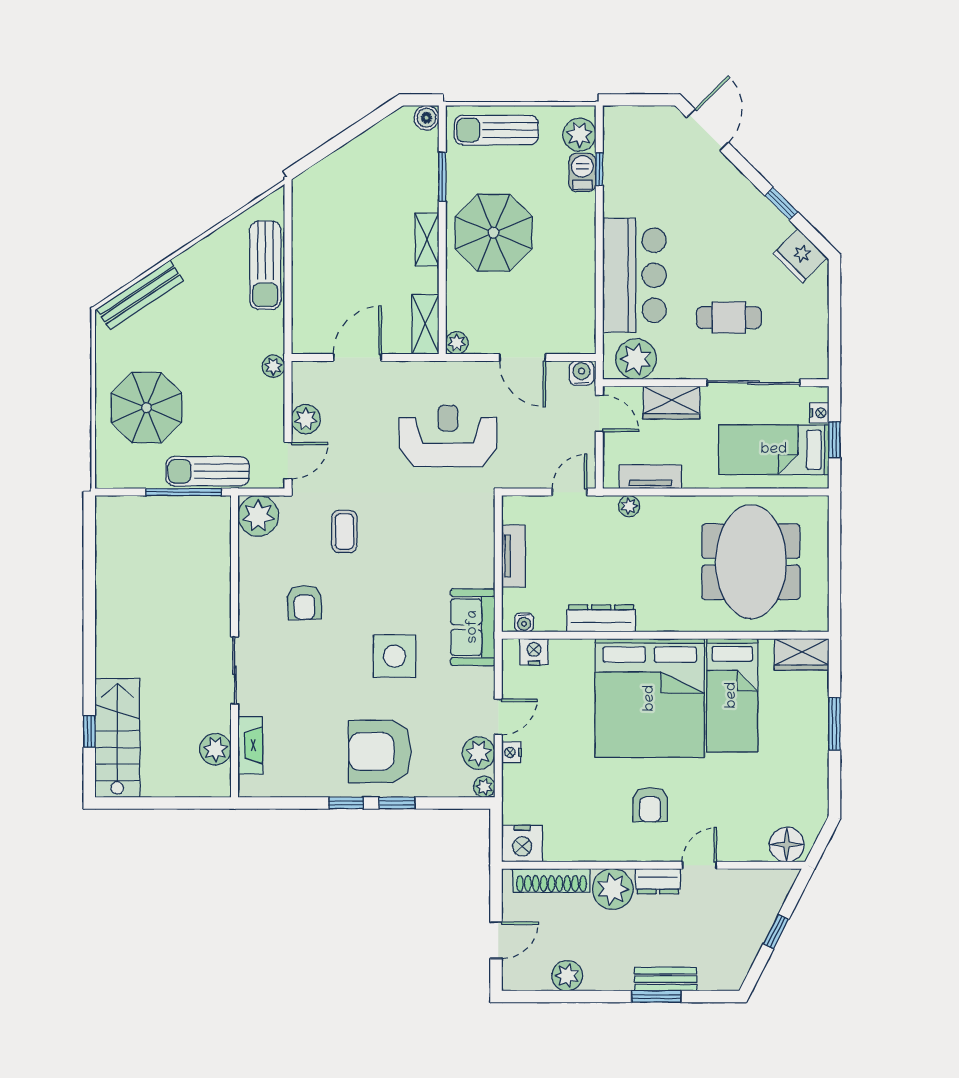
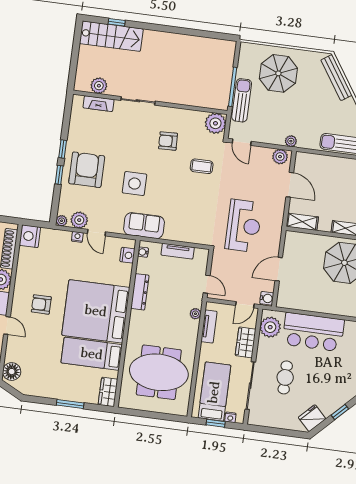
plant: (457, 343) -> (291, 237), removed
plant: (306, 419) -> (280, 157), moved

